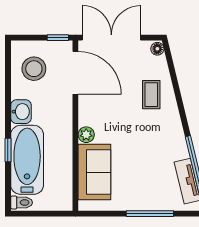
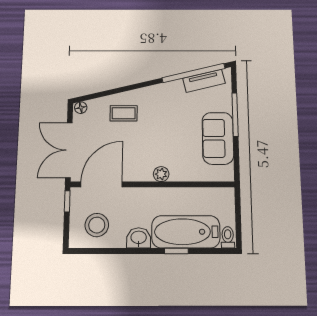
sofa: (94, 172) -> (218, 138), moved, turned -90

